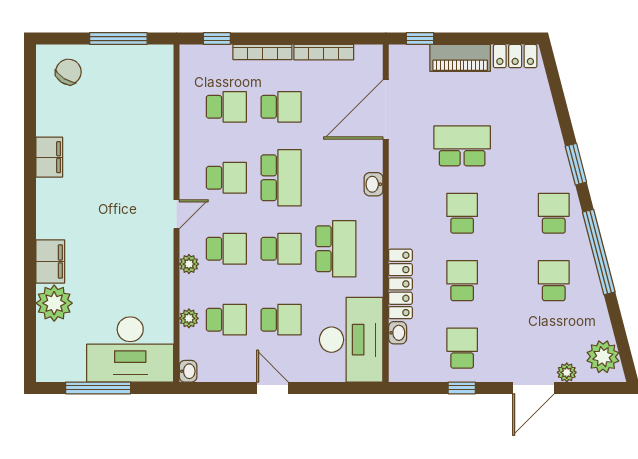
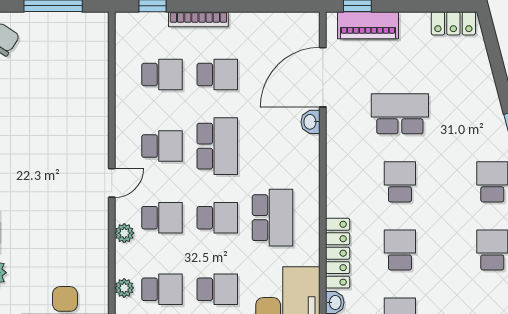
bookcase: (324, 52) -> (260, 19), removed
piano: (460, 58) -> (368, 25), moved
washbasin: (374, 184) -> (310, 122), moved

